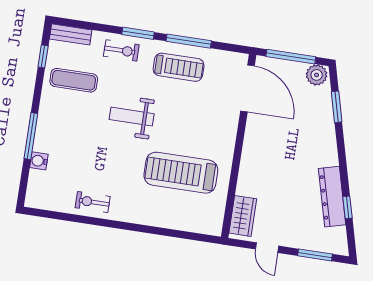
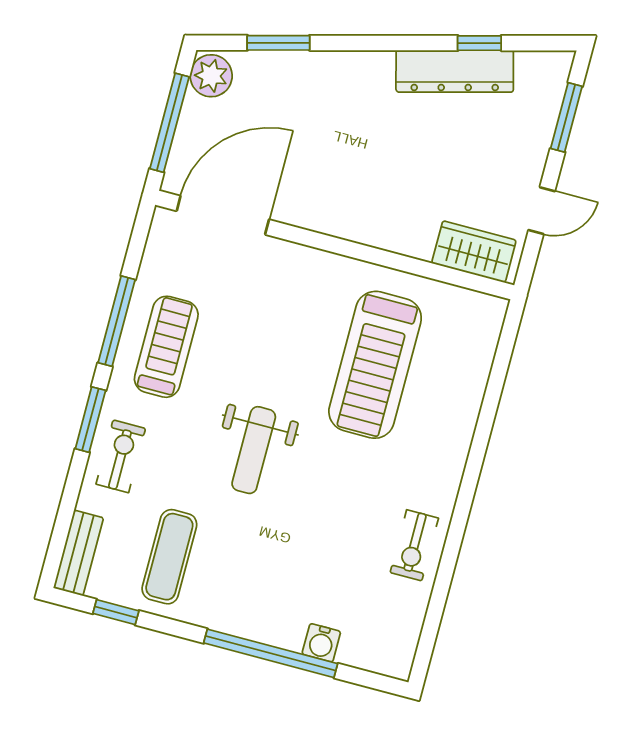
window: (31, 136) -> (271, 653), width x1.46

